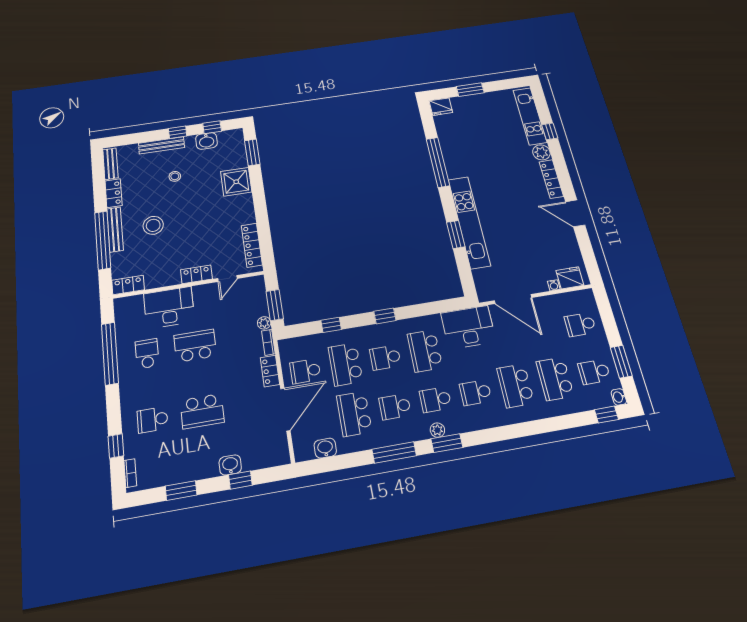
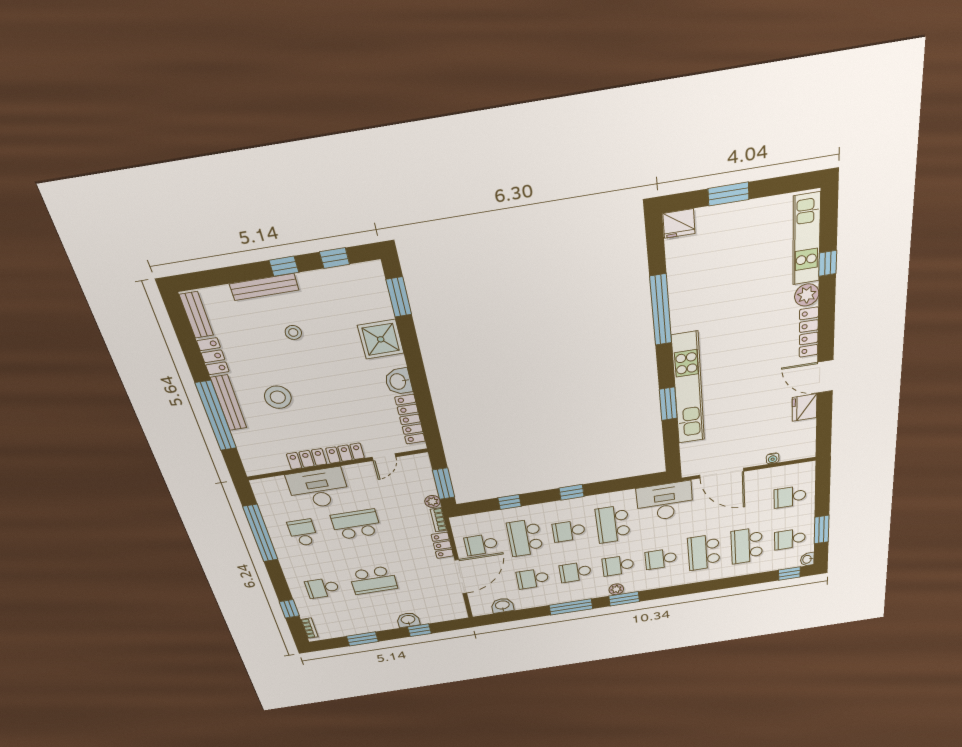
washbasin: (206, 141) -> (398, 381), moved, turned 90
fridge: (570, 278) -> (804, 407), moved, turned -90
locker: (128, 285) -> (307, 459), moved
school desk: (354, 414) -> (533, 579), width x0.54

